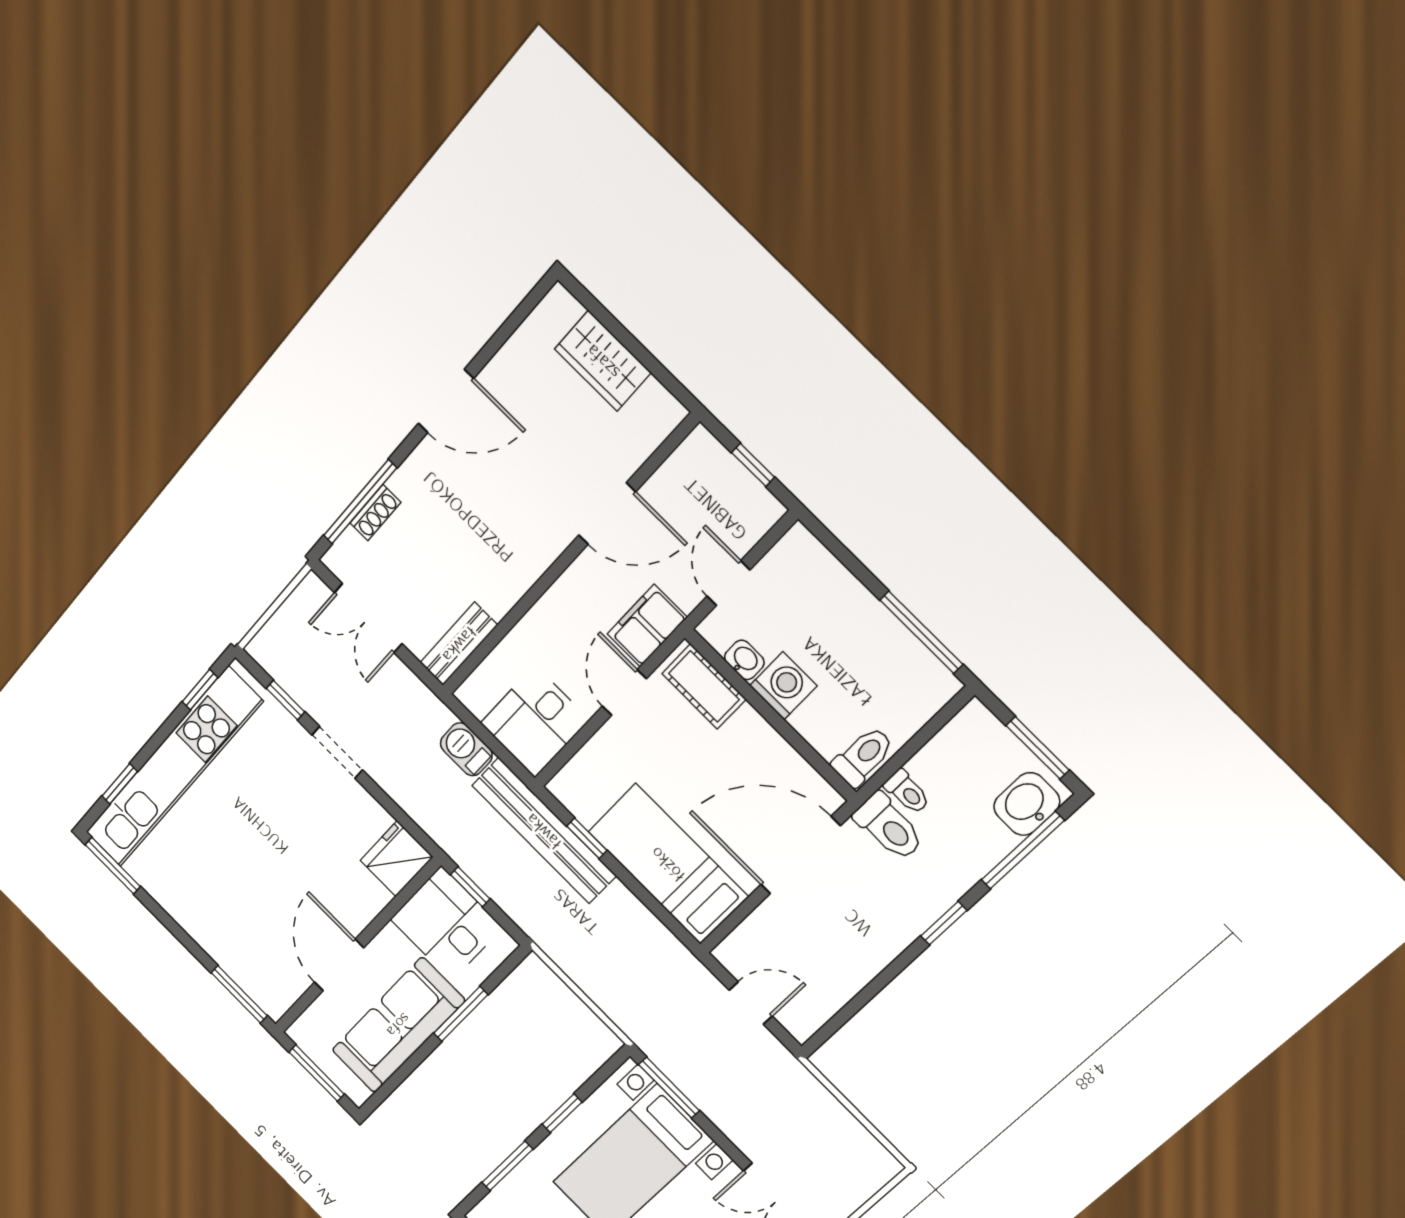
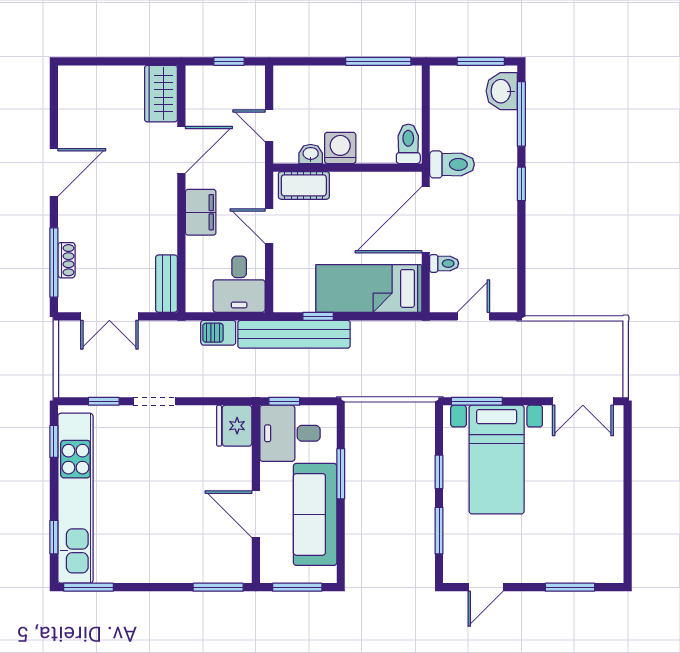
wardrobe: (603, 361) -> (161, 94), moved, turned 90
filing cabinet: (647, 626) -> (201, 212), moved, turned 180
toilet: (907, 792) -> (444, 263), moved

